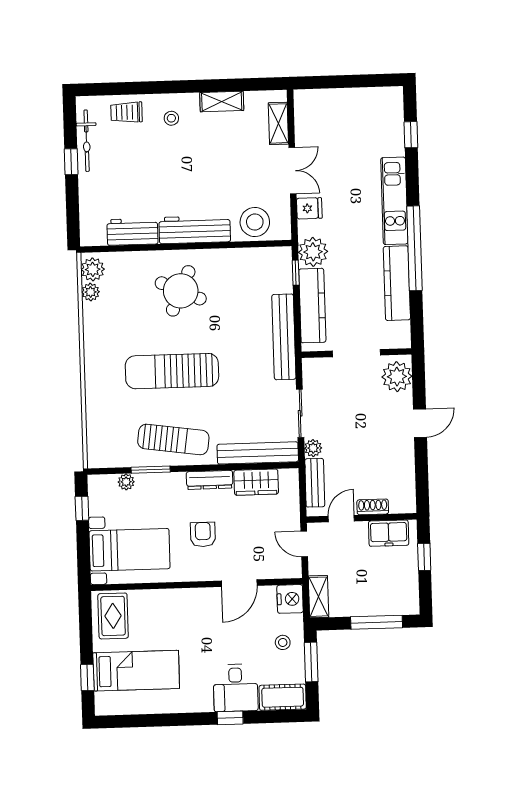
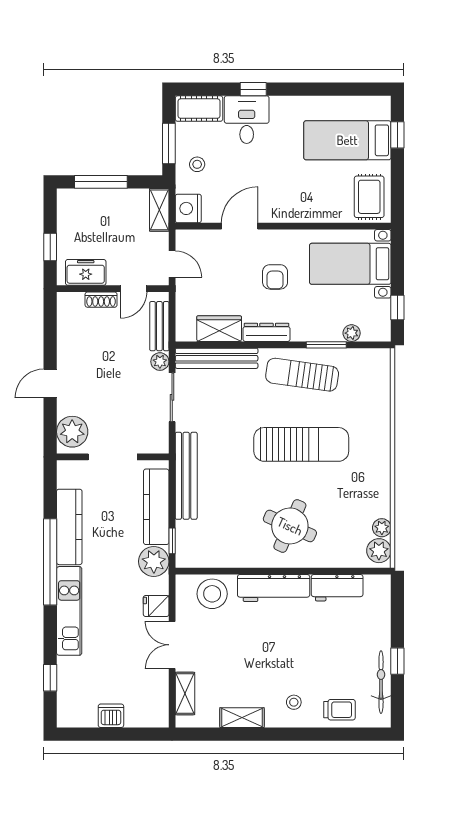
dishwasher: (350, 99) -> (111, 716), added

